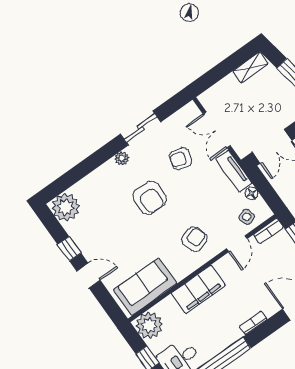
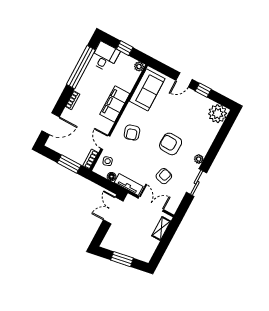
shelving: (250, 67) -> (161, 229), moved
plant: (149, 325) -> (139, 66), width x0.53, depth x0.53

